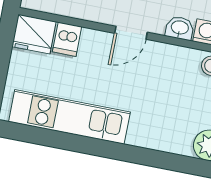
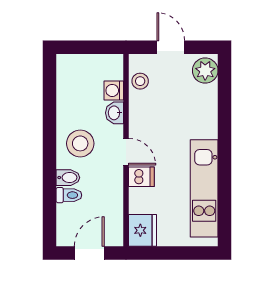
dishwasher: (67, 39) -> (141, 177), moved

